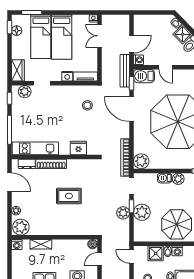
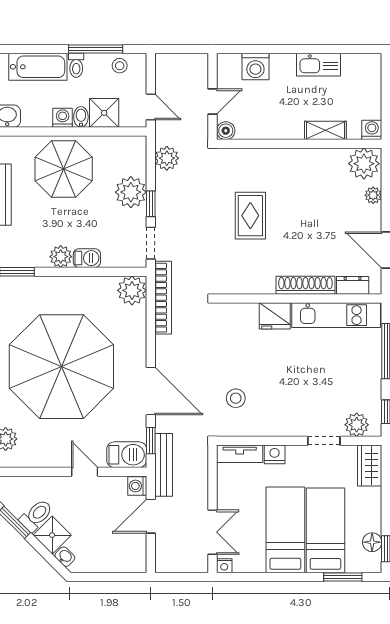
fridge: (78, 148) -> (275, 316), moved
rug: (69, 196) -> (250, 216), moved, turned 90
plant: (123, 213) -> (167, 158), moved

